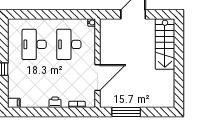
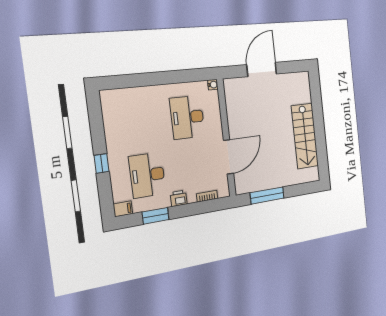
desk: (34, 44) -> (147, 175), moved
stairs: (165, 44) -> (305, 136), moved
window: (36, 112) -> (156, 216), added

